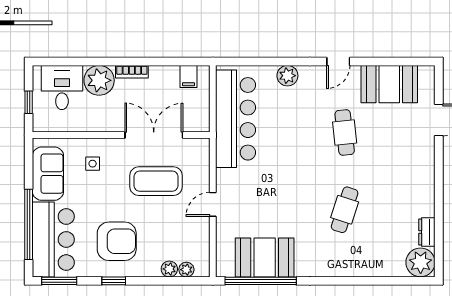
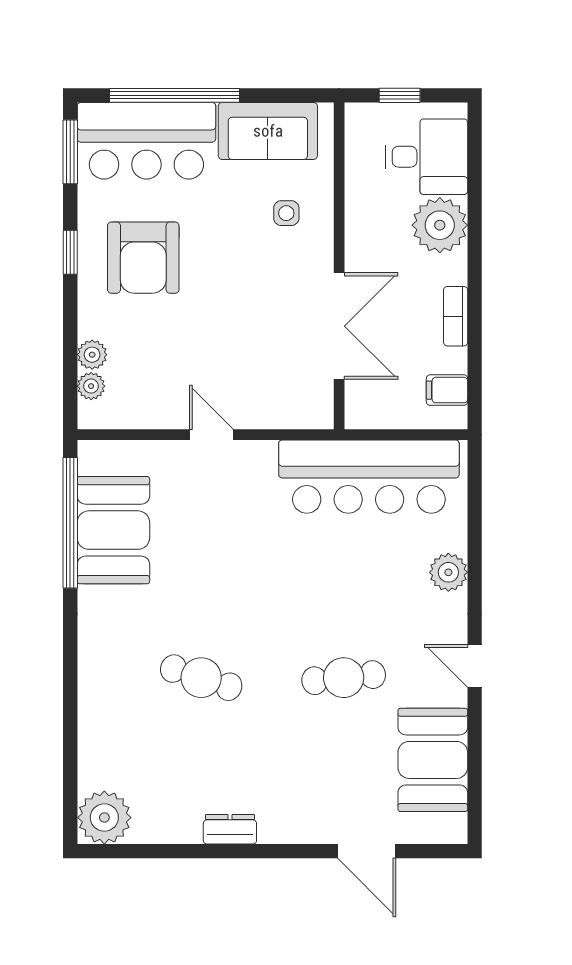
bookcase: (132, 72) -> (456, 316), moved
coffee table: (156, 181) -> (254, 330), removed
dresser: (427, 232) -> (230, 829), moved

